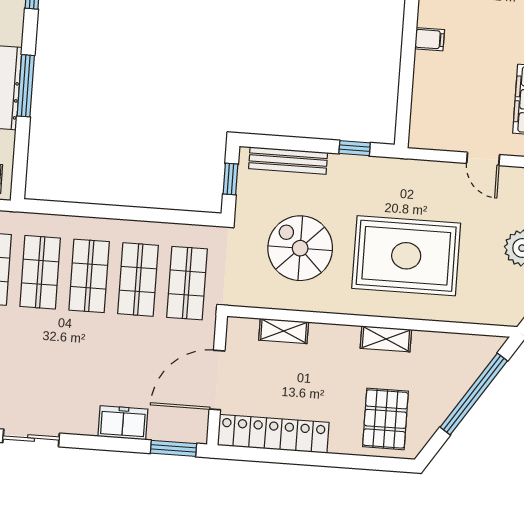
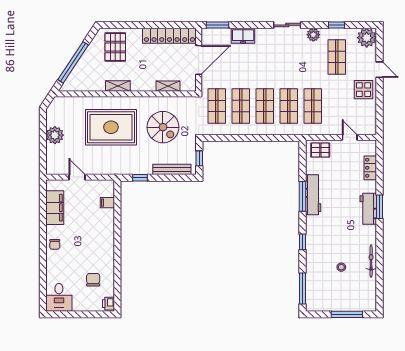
filing cabinet: (430, 39) -> (107, 203), moved

